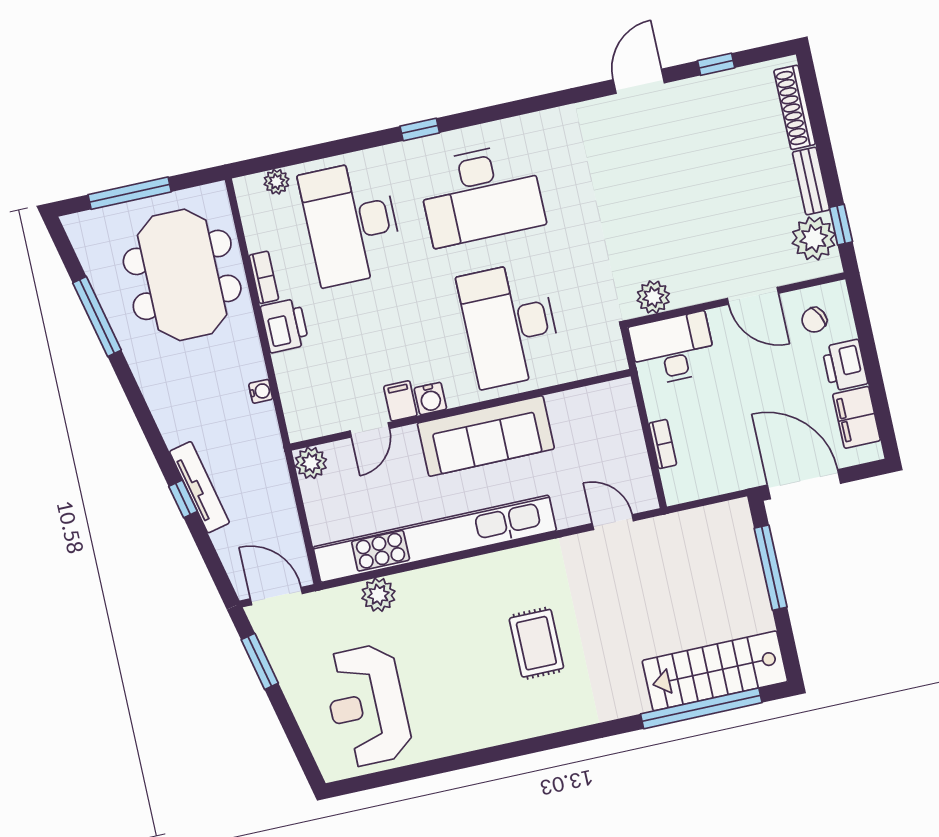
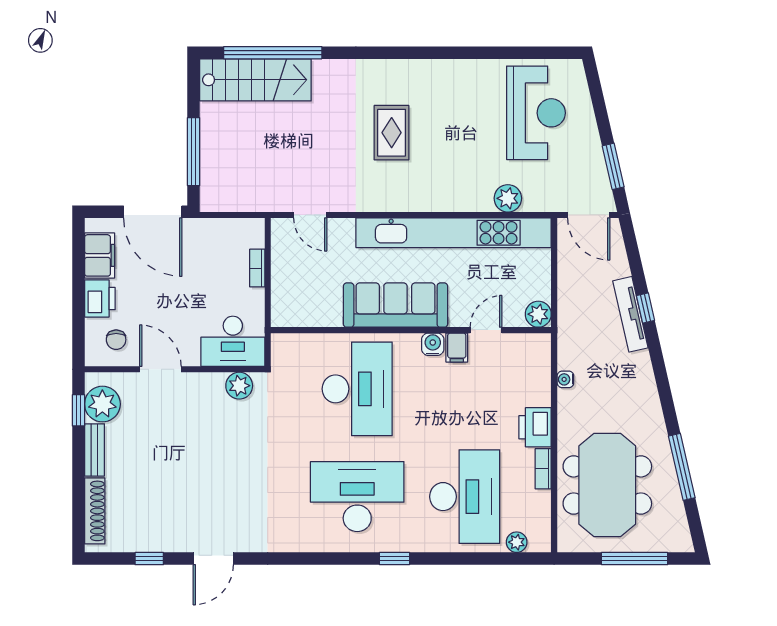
chair: (814, 320) -> (116, 340), turned 117

